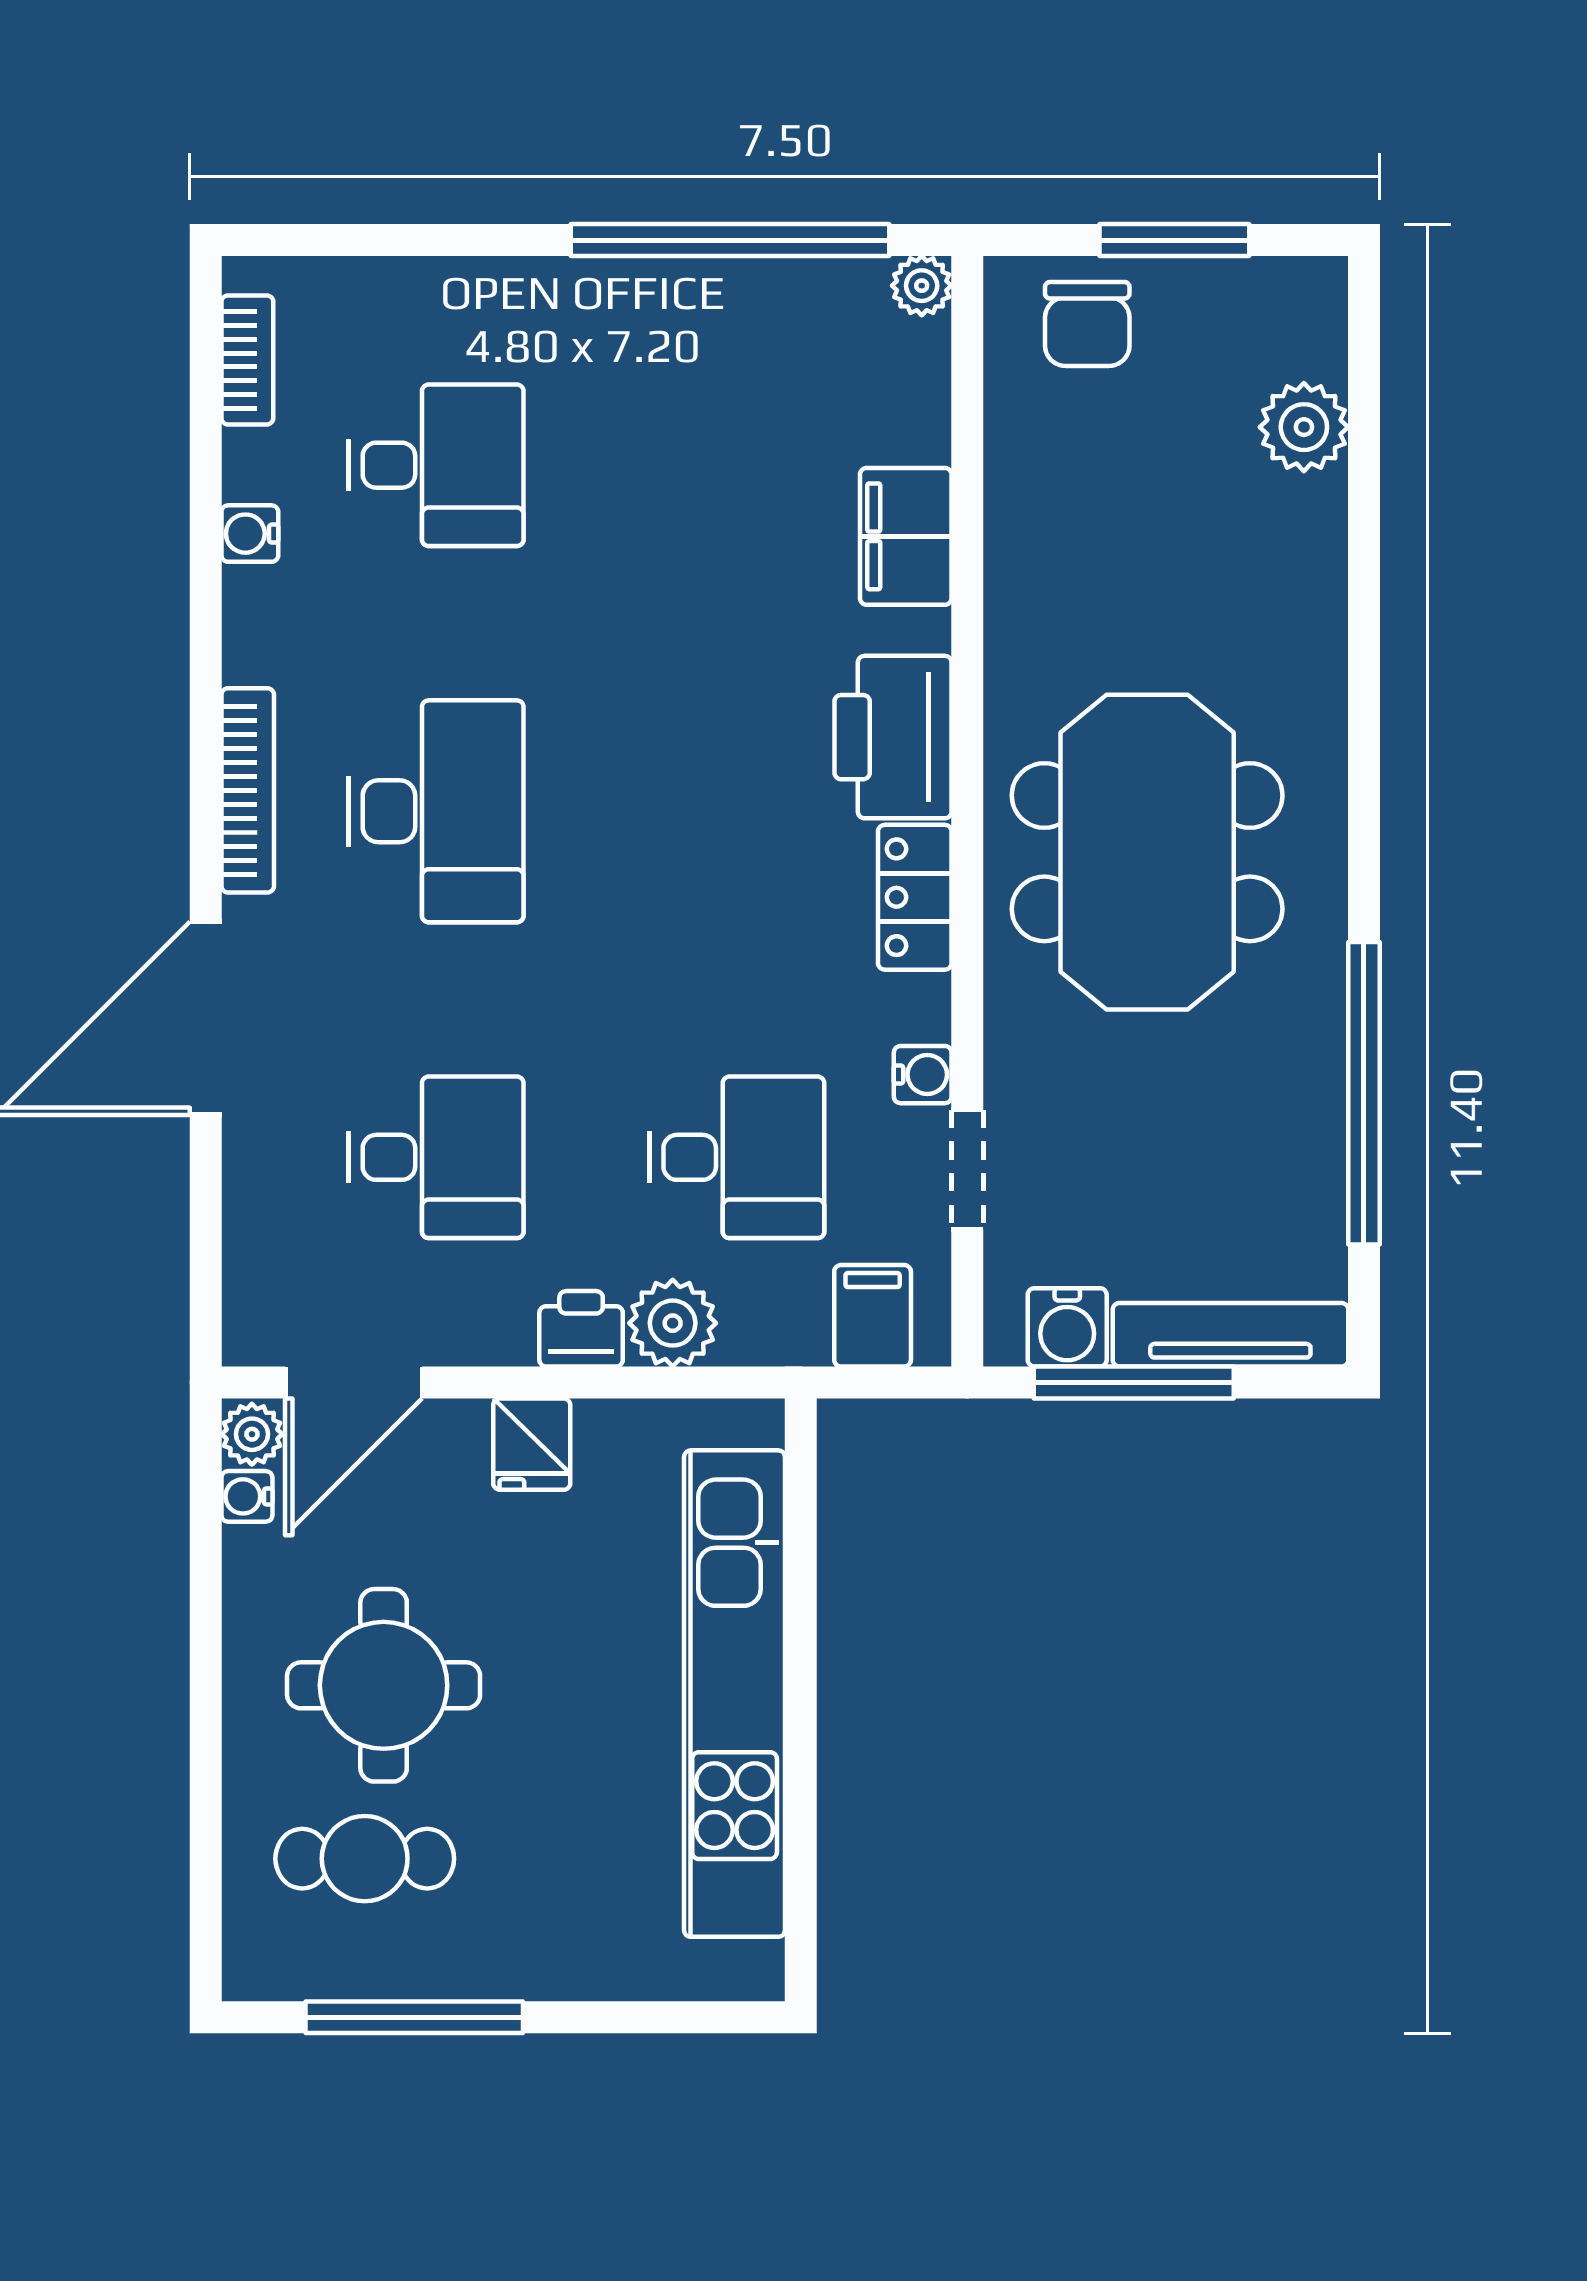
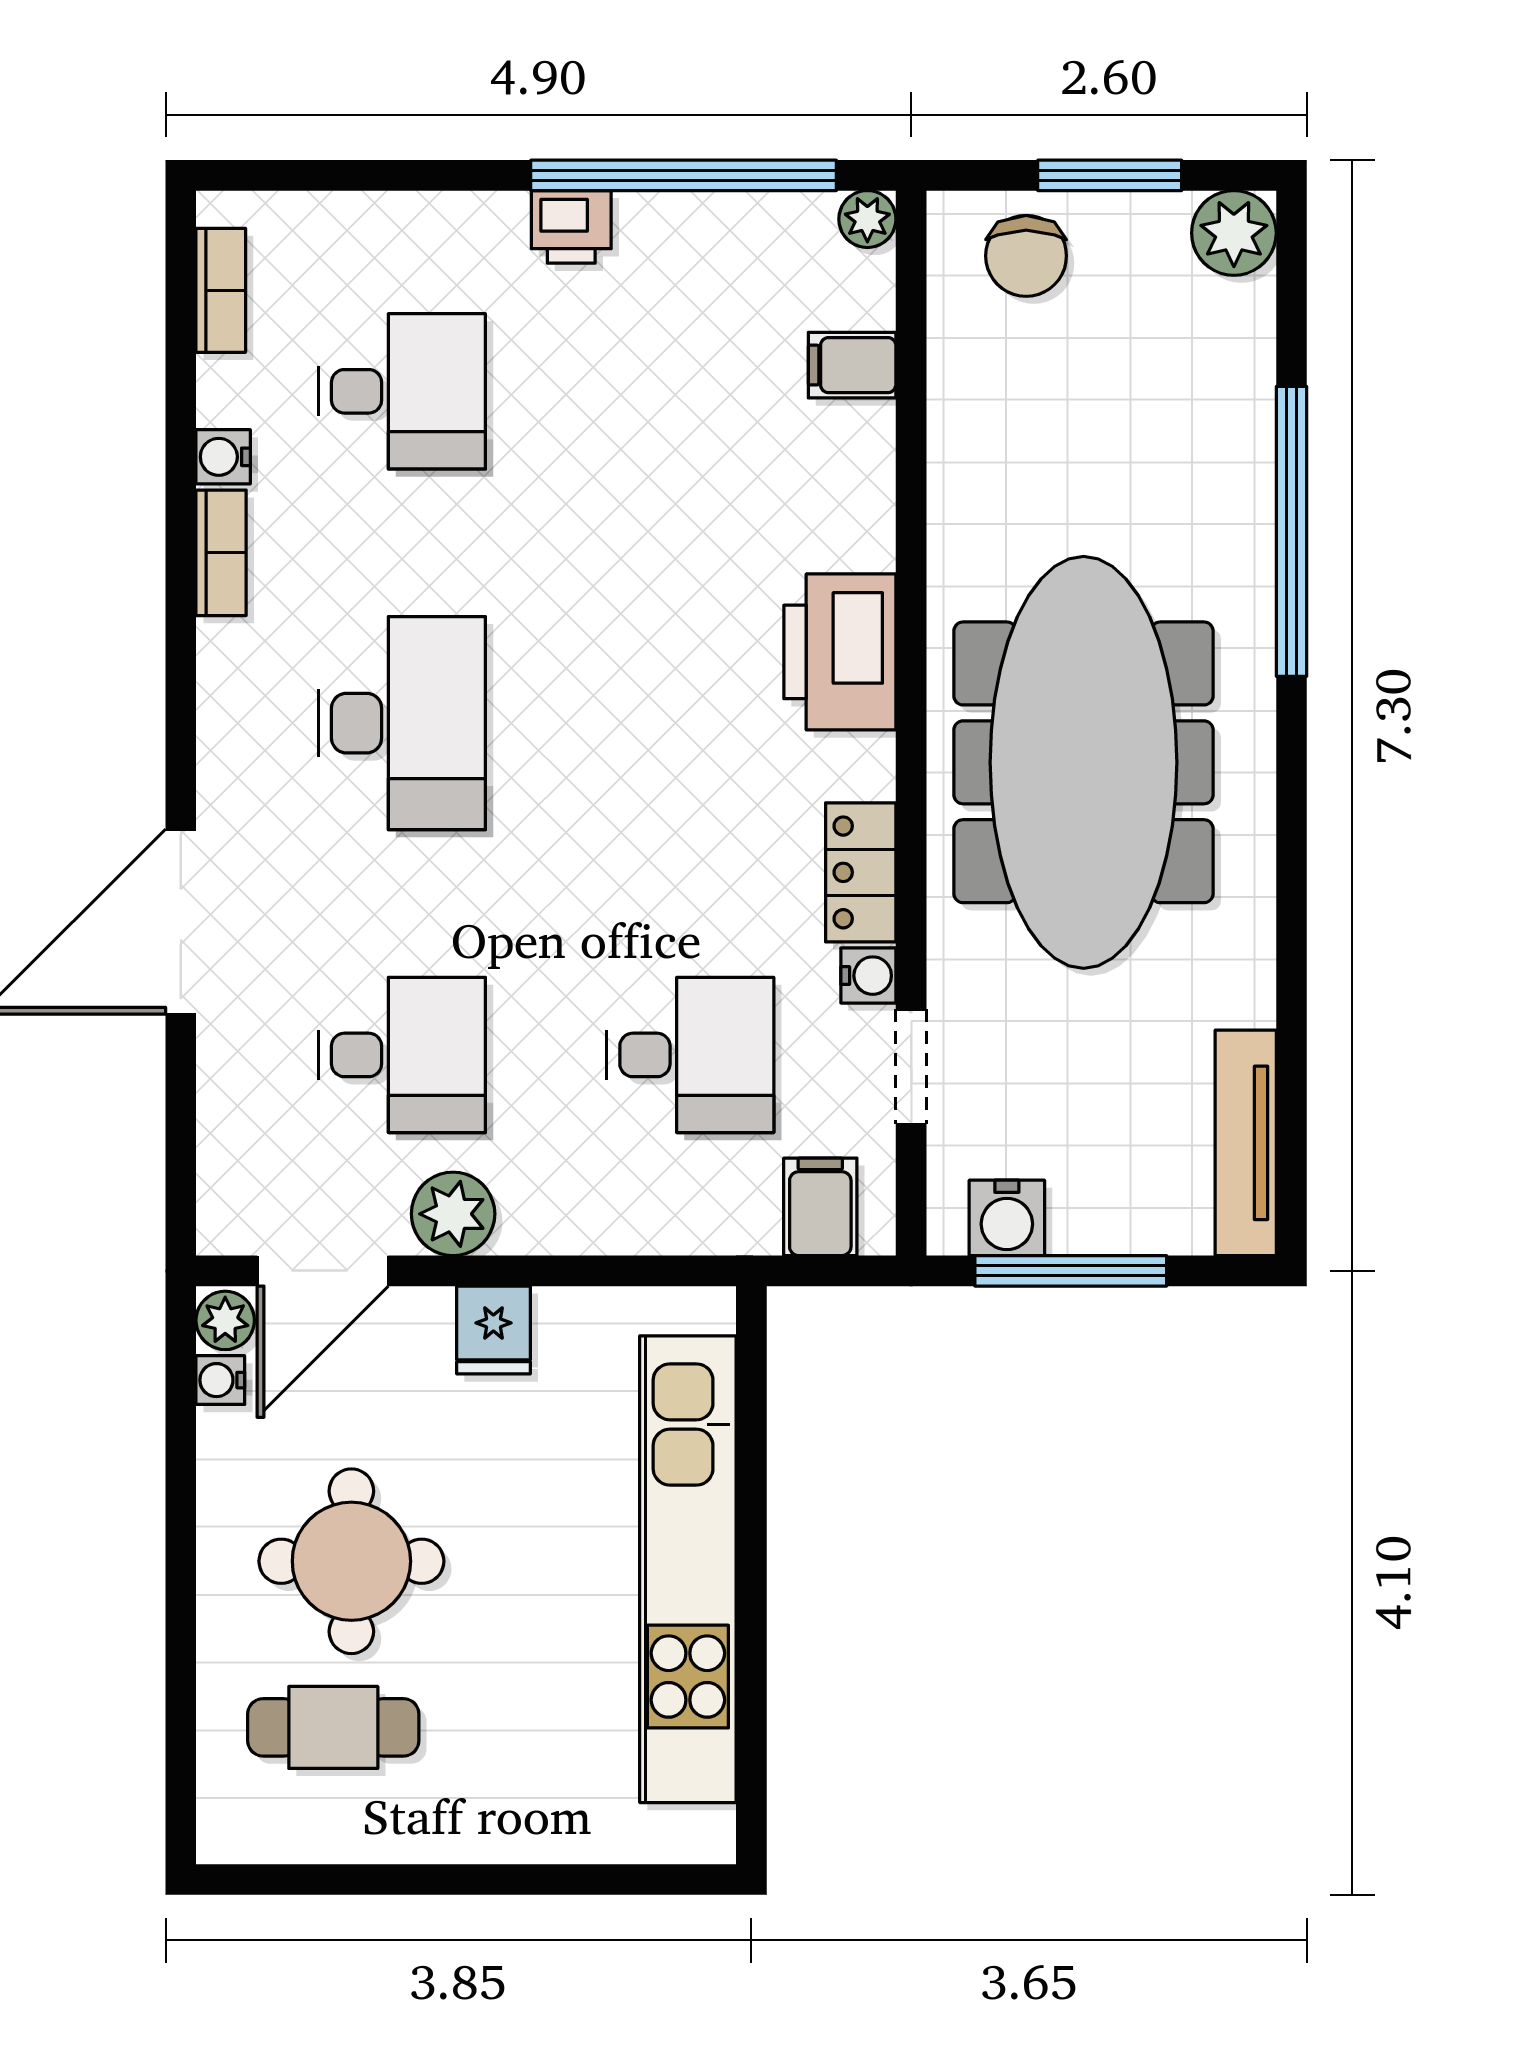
plant: (1304, 427) -> (1234, 233), moved
filing cabinet: (906, 536) -> (852, 365), moved, width x0.50
bookcase: (248, 790) -> (221, 553), moved, width x0.64
meeting table: (1147, 852) -> (1084, 762), width x1.36
locker: (915, 897) -> (861, 872), moved
window: (1364, 1093) -> (1291, 531), moved
plant: (673, 1323) -> (453, 1214), moved
printer: (581, 1329) -> (571, 227), moved, turned 180
tv unit: (1230, 1335) -> (1246, 1143), moved, turned -90
window: (414, 2017) -> (381, 1879), removed

